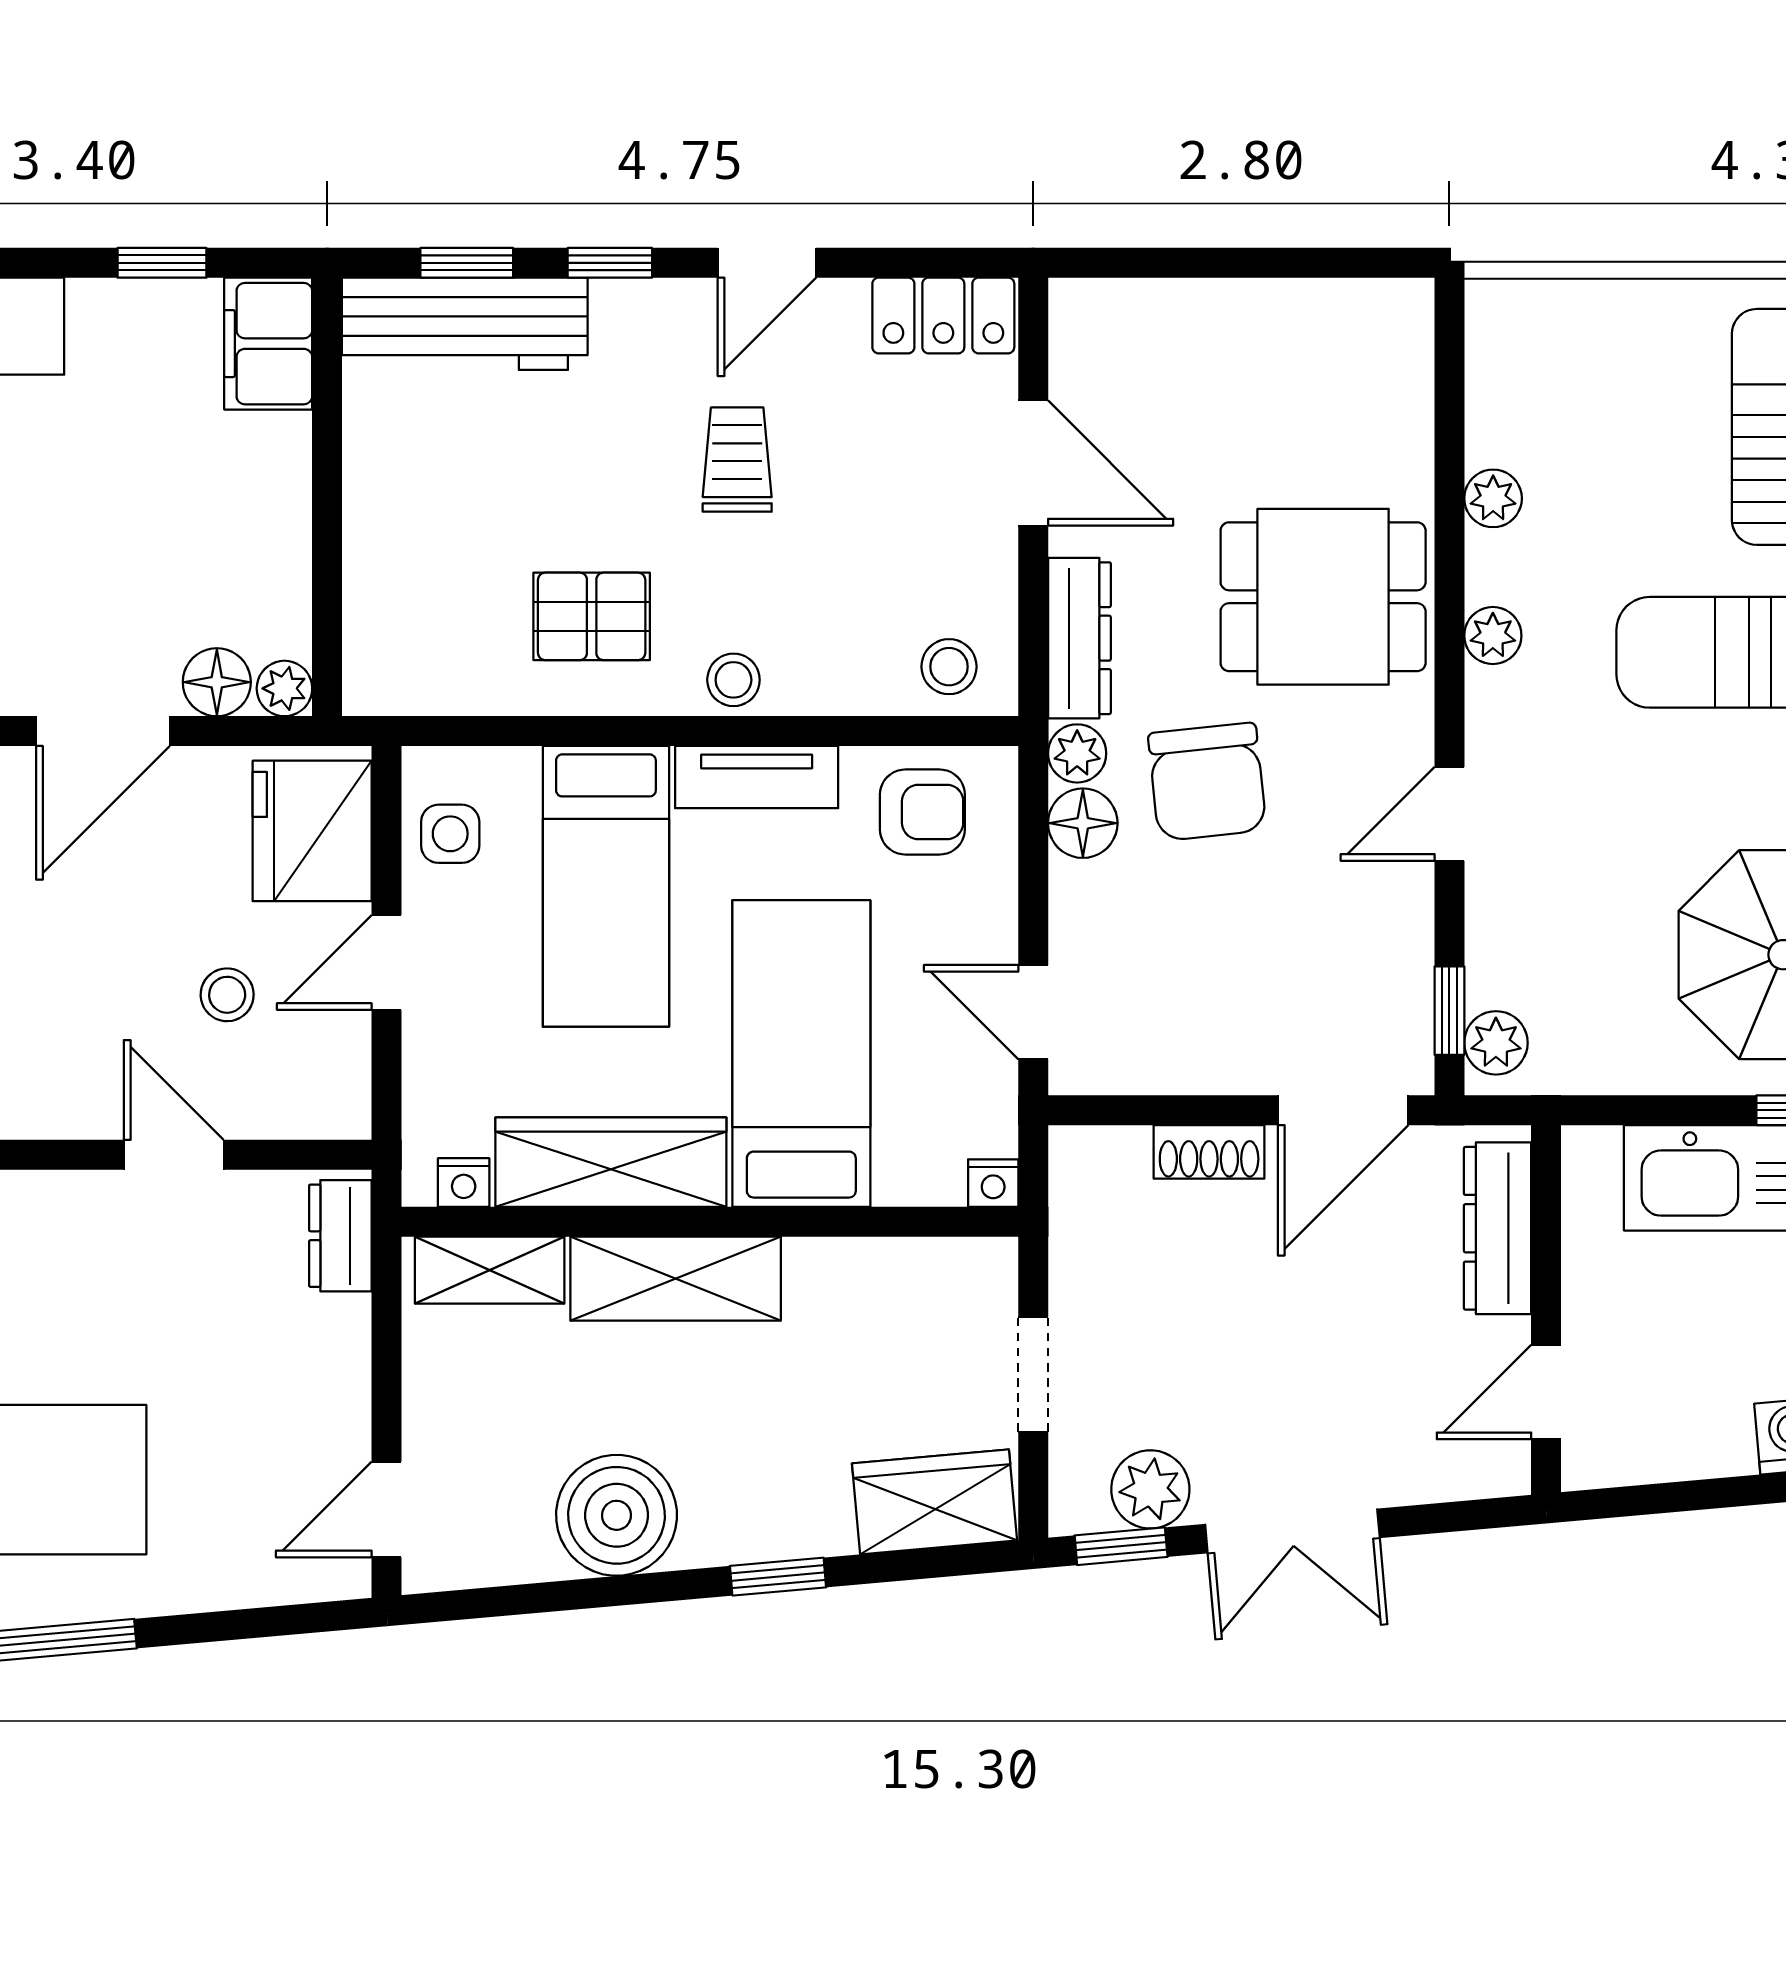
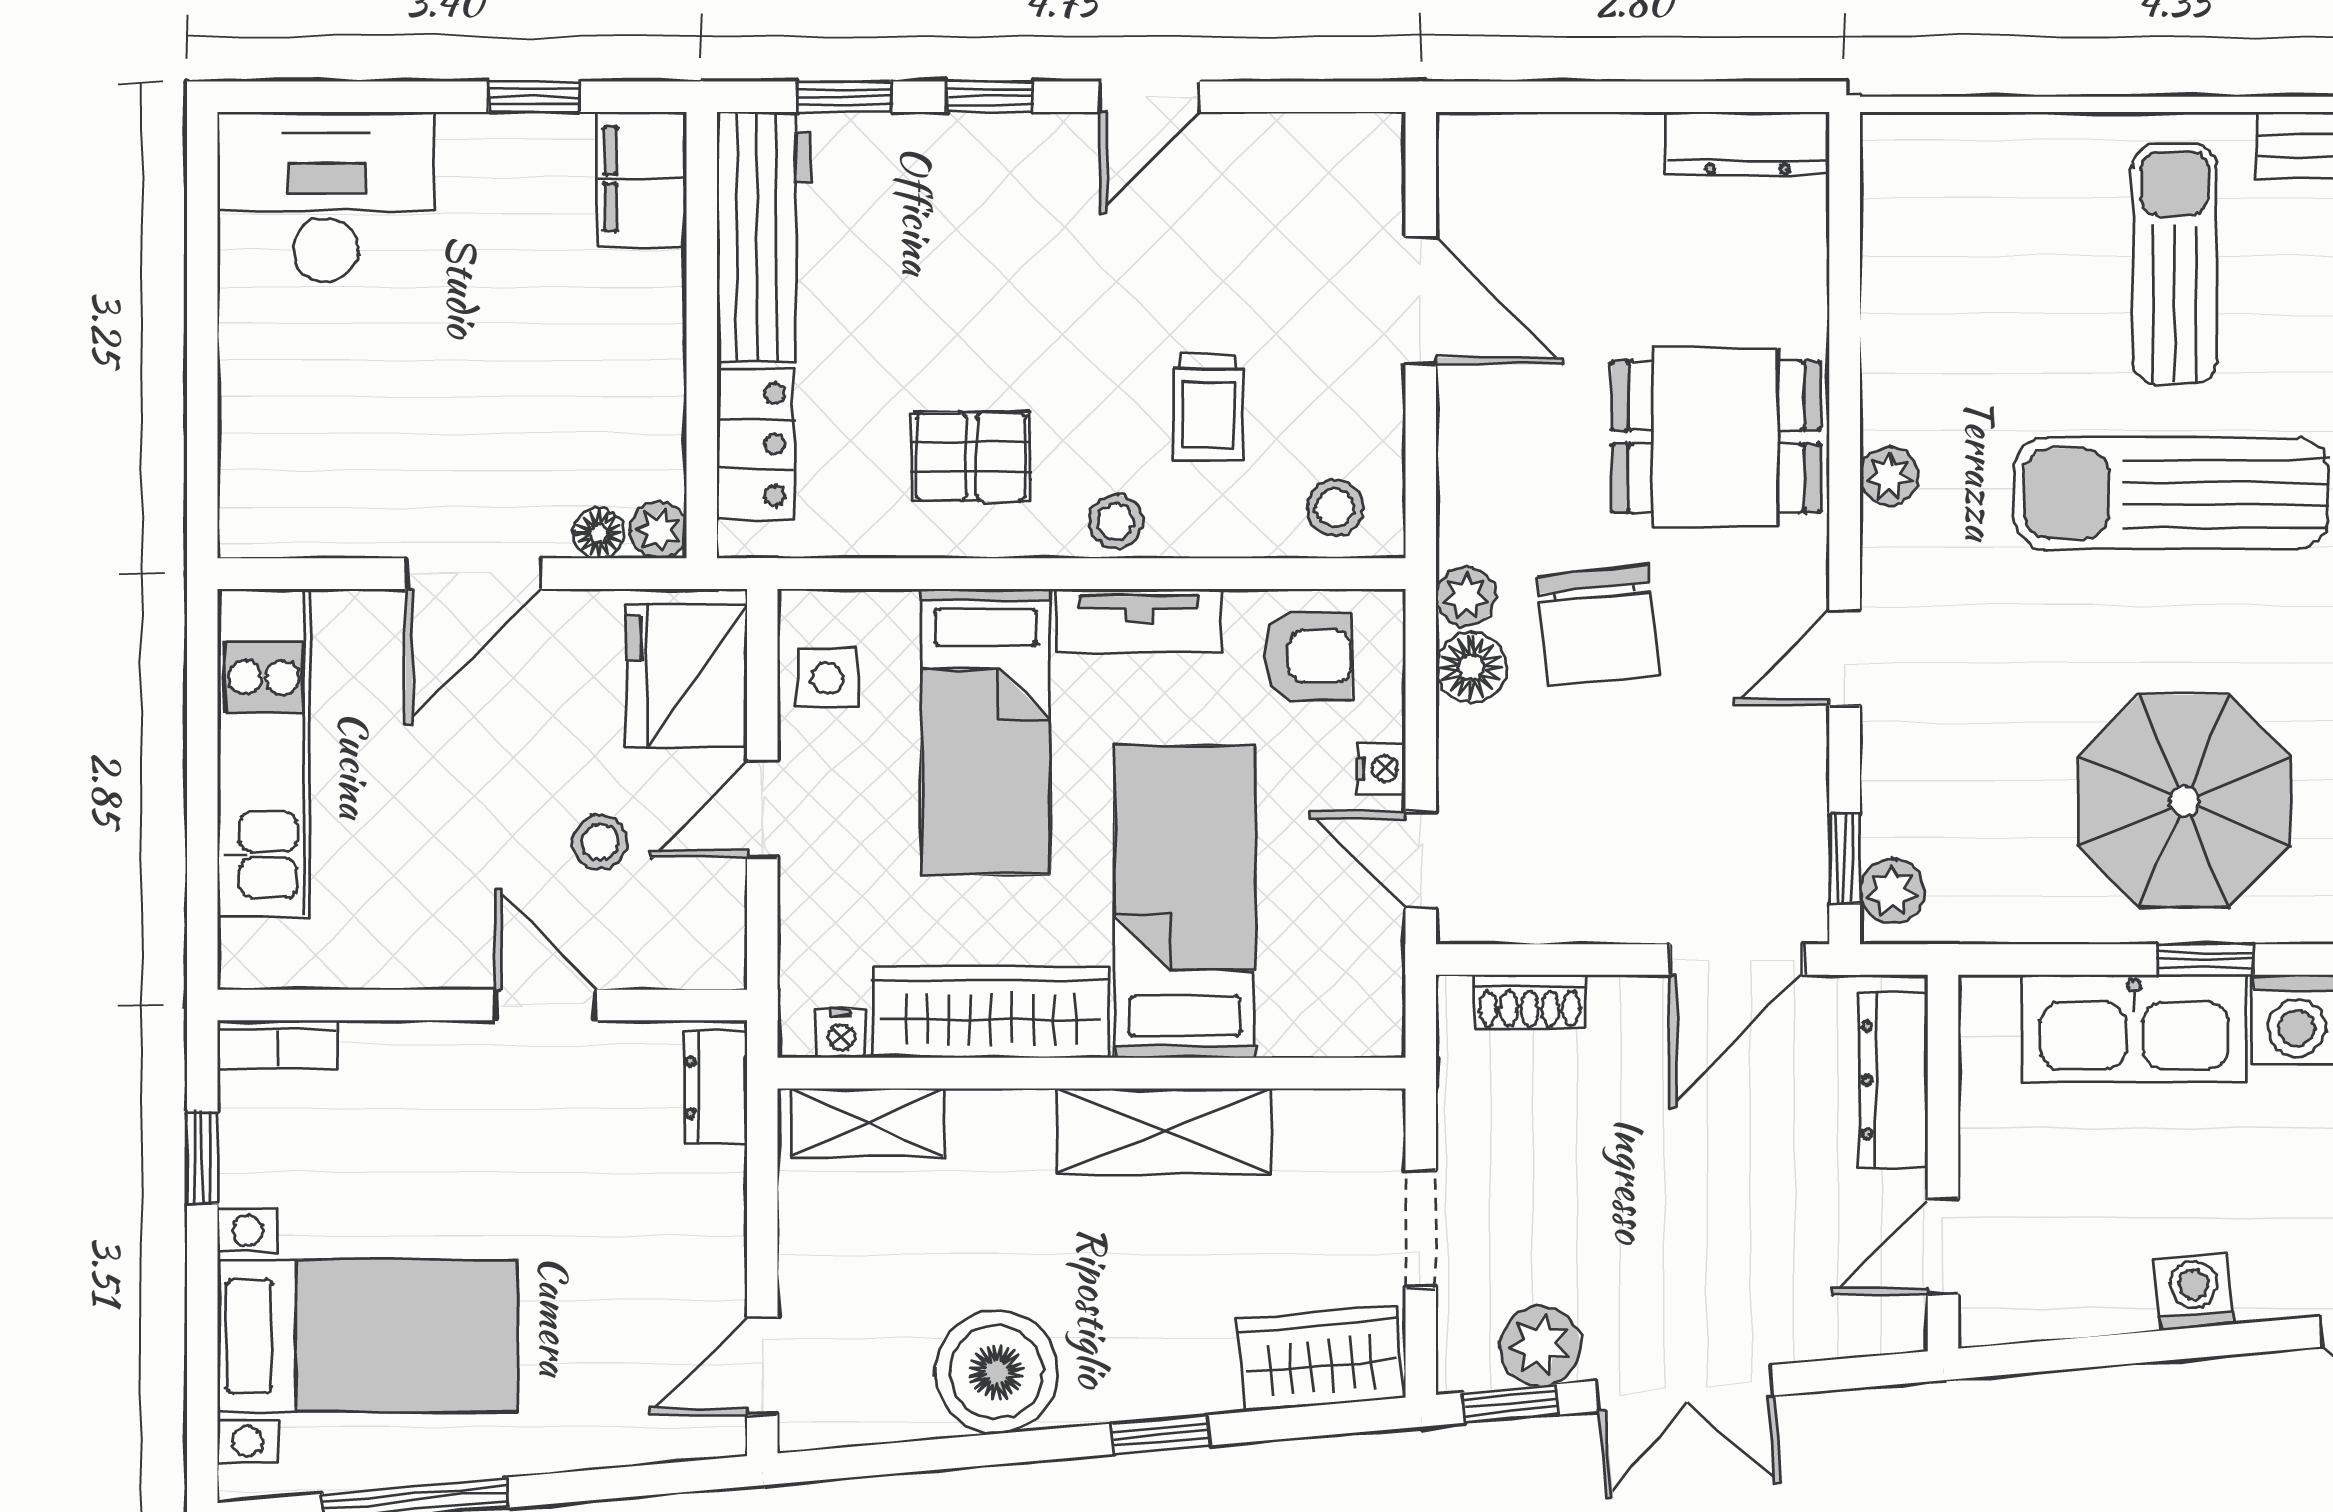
locker: (943, 316) -> (756, 444), moved, turned -90
workbench: (465, 324) -> (764, 237), moved, turned -90
trolley: (737, 460) -> (1208, 407), moved, turned 180
plant: (1493, 498) -> (1889, 337), removed
dresser: (1079, 638) -> (1748, 144), moved, turned 90
floor lamp: (217, 682) -> (599, 533), width x0.73, depth x0.73
shoe rack: (1209, 1152) -> (1530, 1002), moved
nightstand: (993, 1183) -> (1381, 769), moved, turned -90
shelving: (676, 1279) -> (1164, 1131), moved

